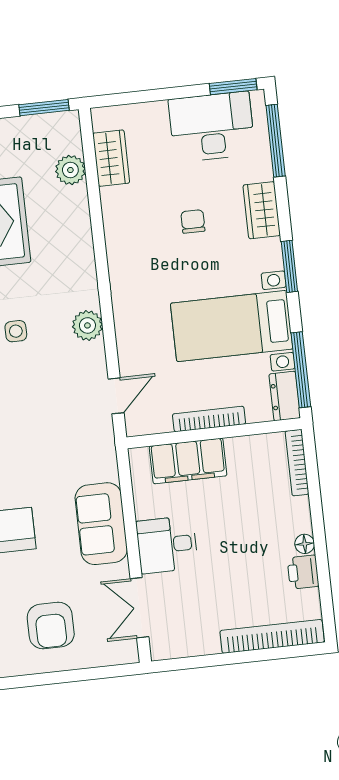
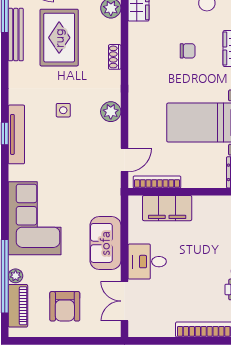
chair: (193, 221) -> (188, 51), turned 90
shoe rack: (84, 243) -> (115, 57), added
bookcase: (209, 419) -> (157, 182), moved

